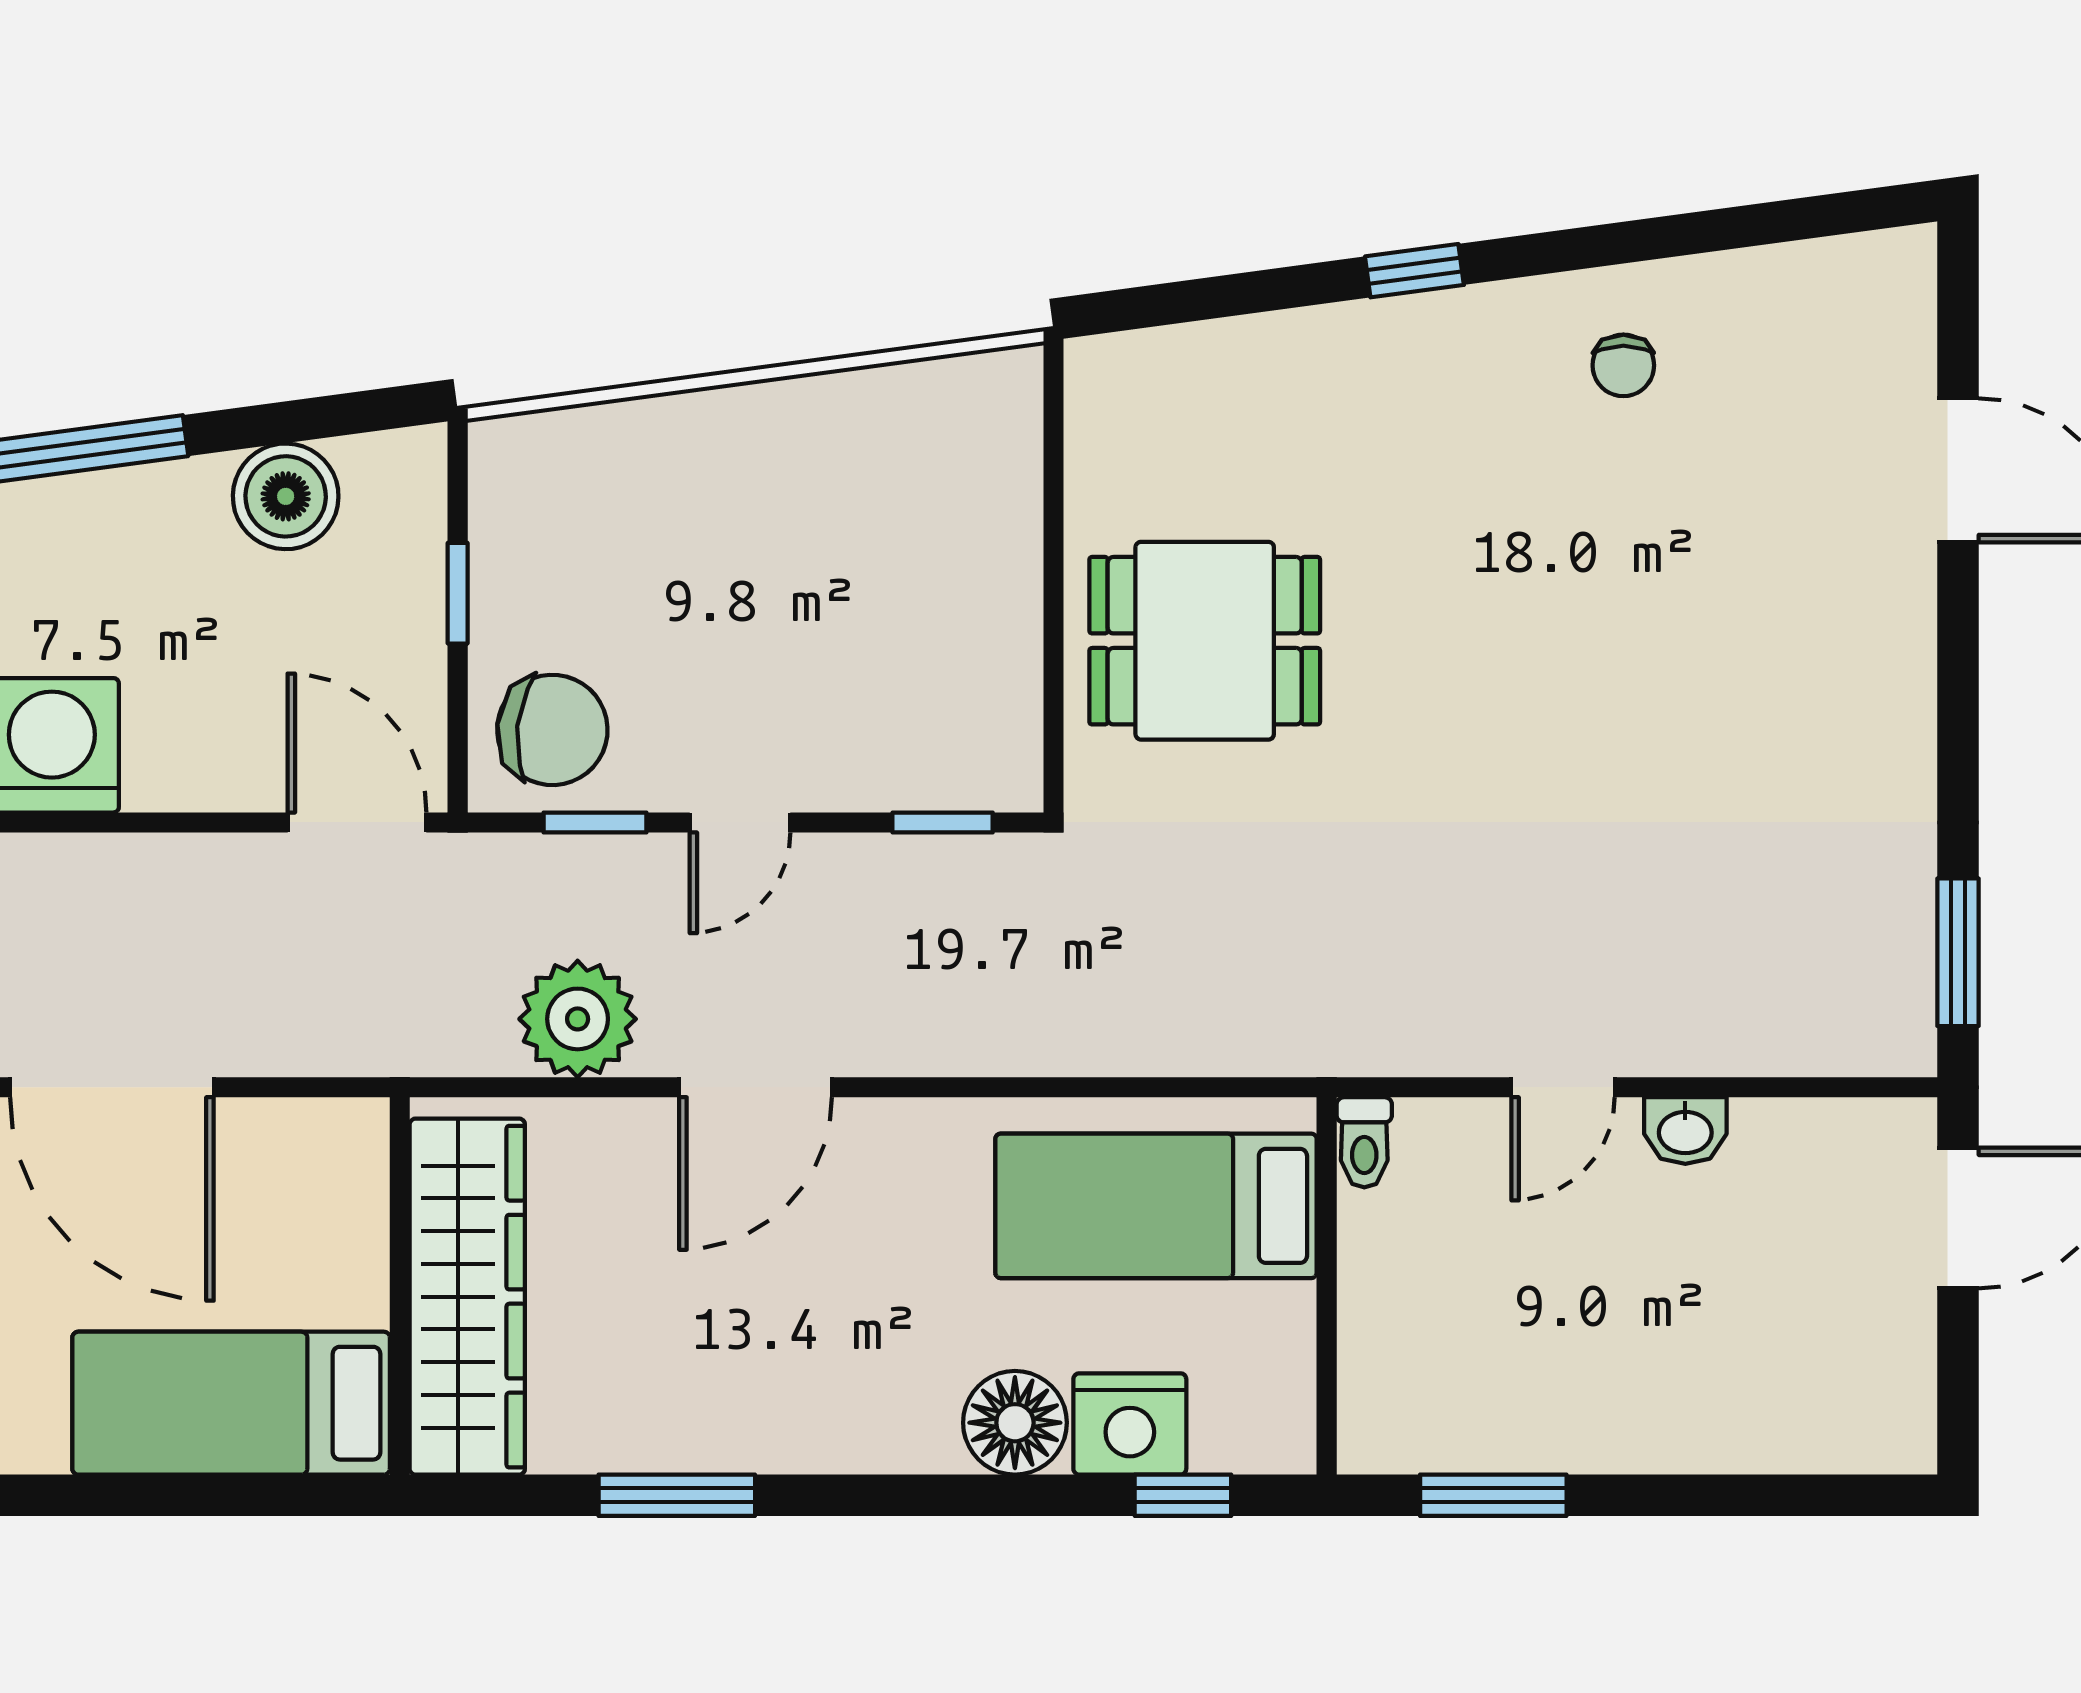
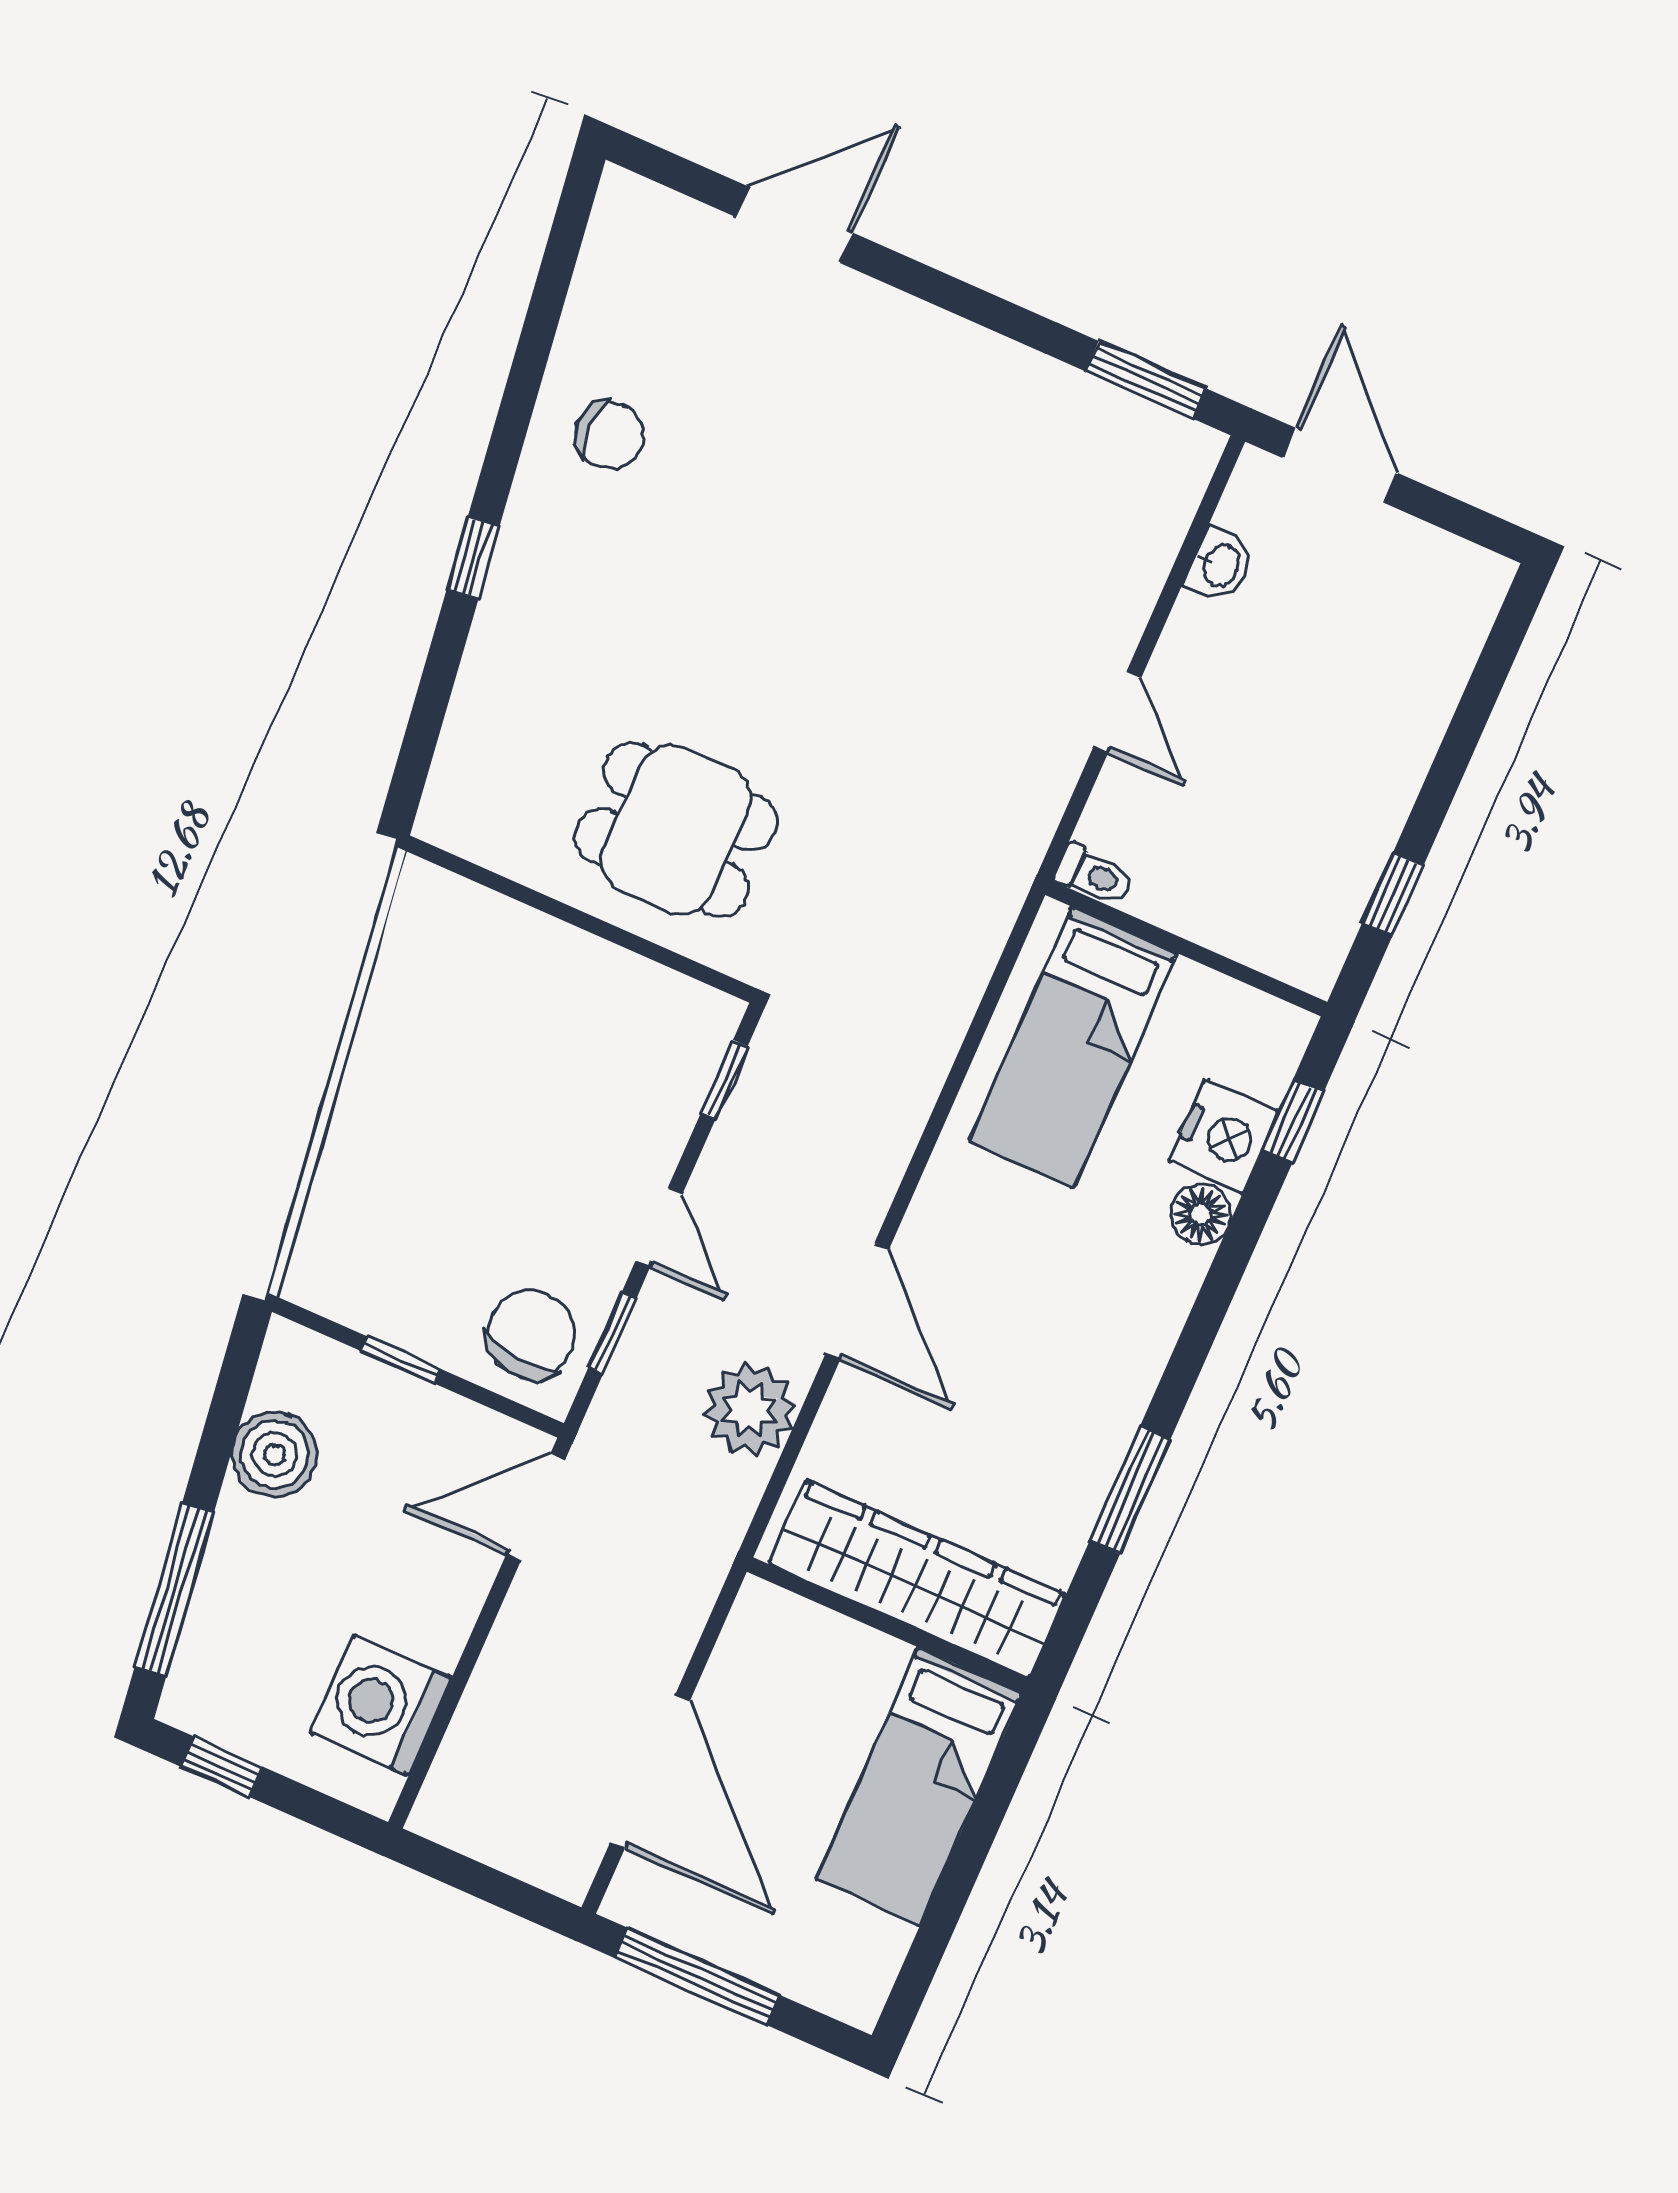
chair: (1623, 365) -> (610, 435), width x1.37, depth x1.37
dining table: (1205, 641) -> (676, 830), turned 90
door: (112, 1087) -> (650, 1771), hinge flipped
washbasin: (1685, 1131) -> (1220, 565), moved
floor lamp: (1015, 1423) -> (1201, 1214), width x0.73, depth x0.73
window: (1493, 1495) -> (1393, 894), width x0.67

